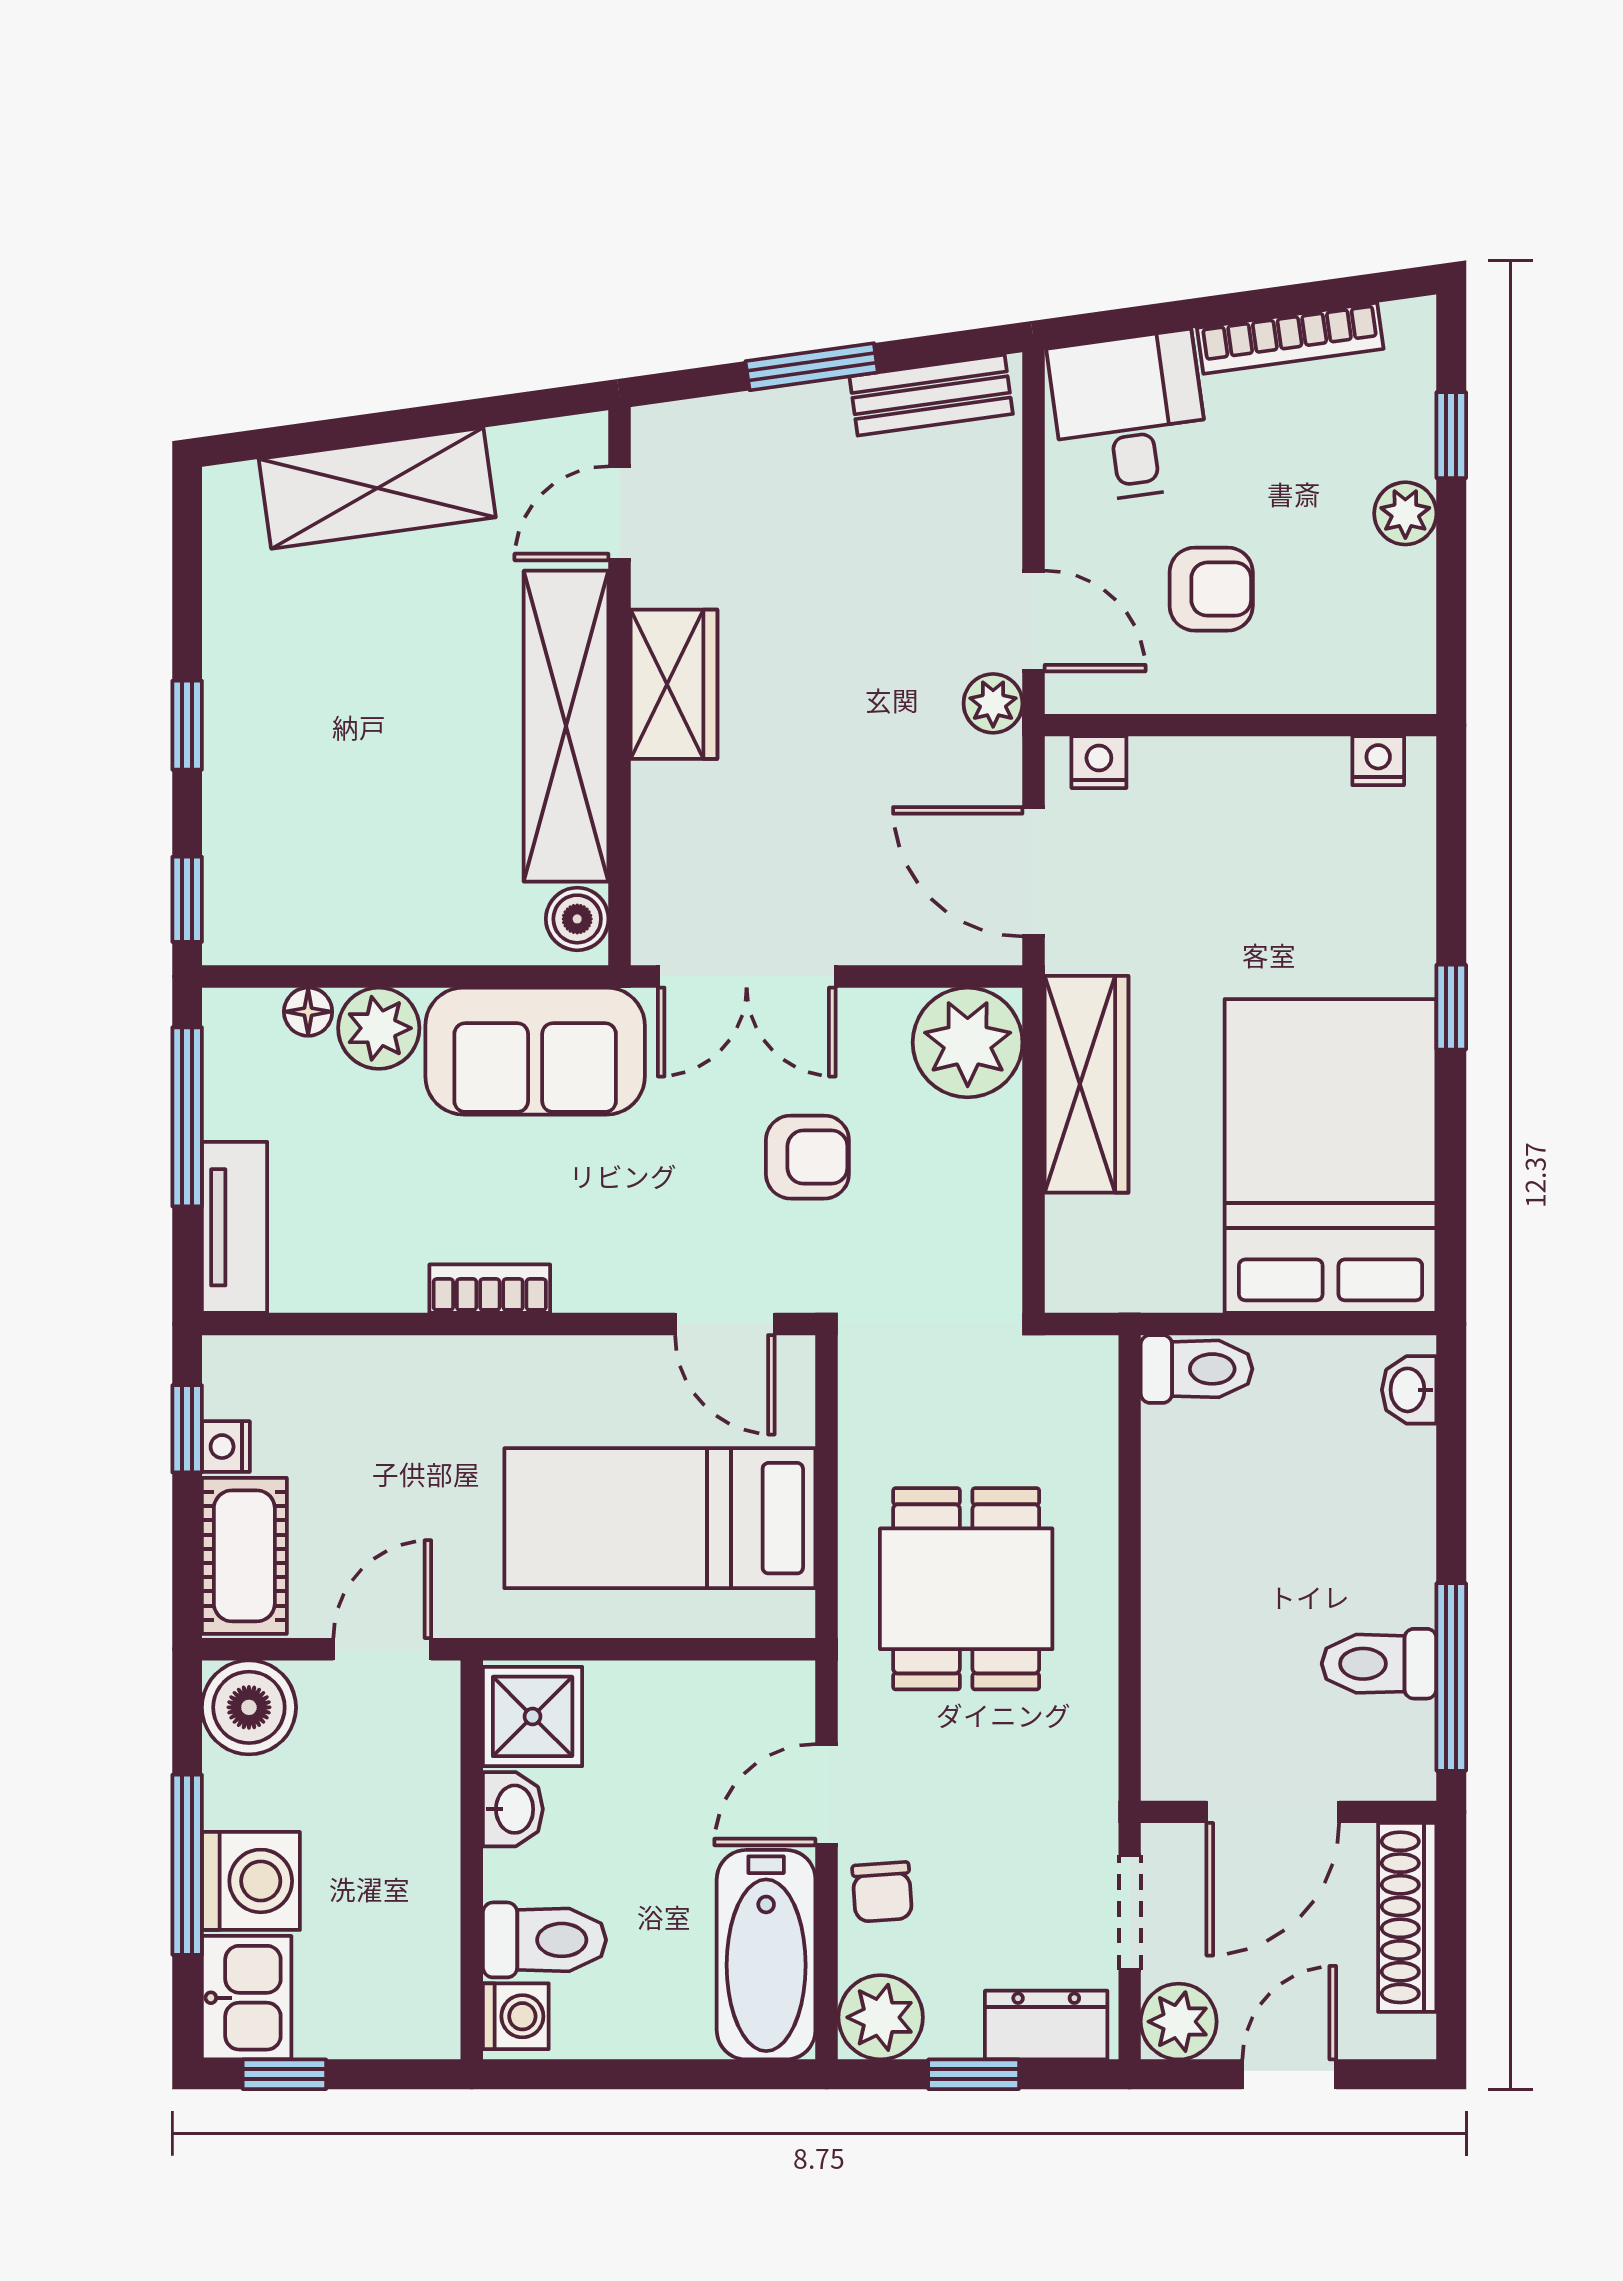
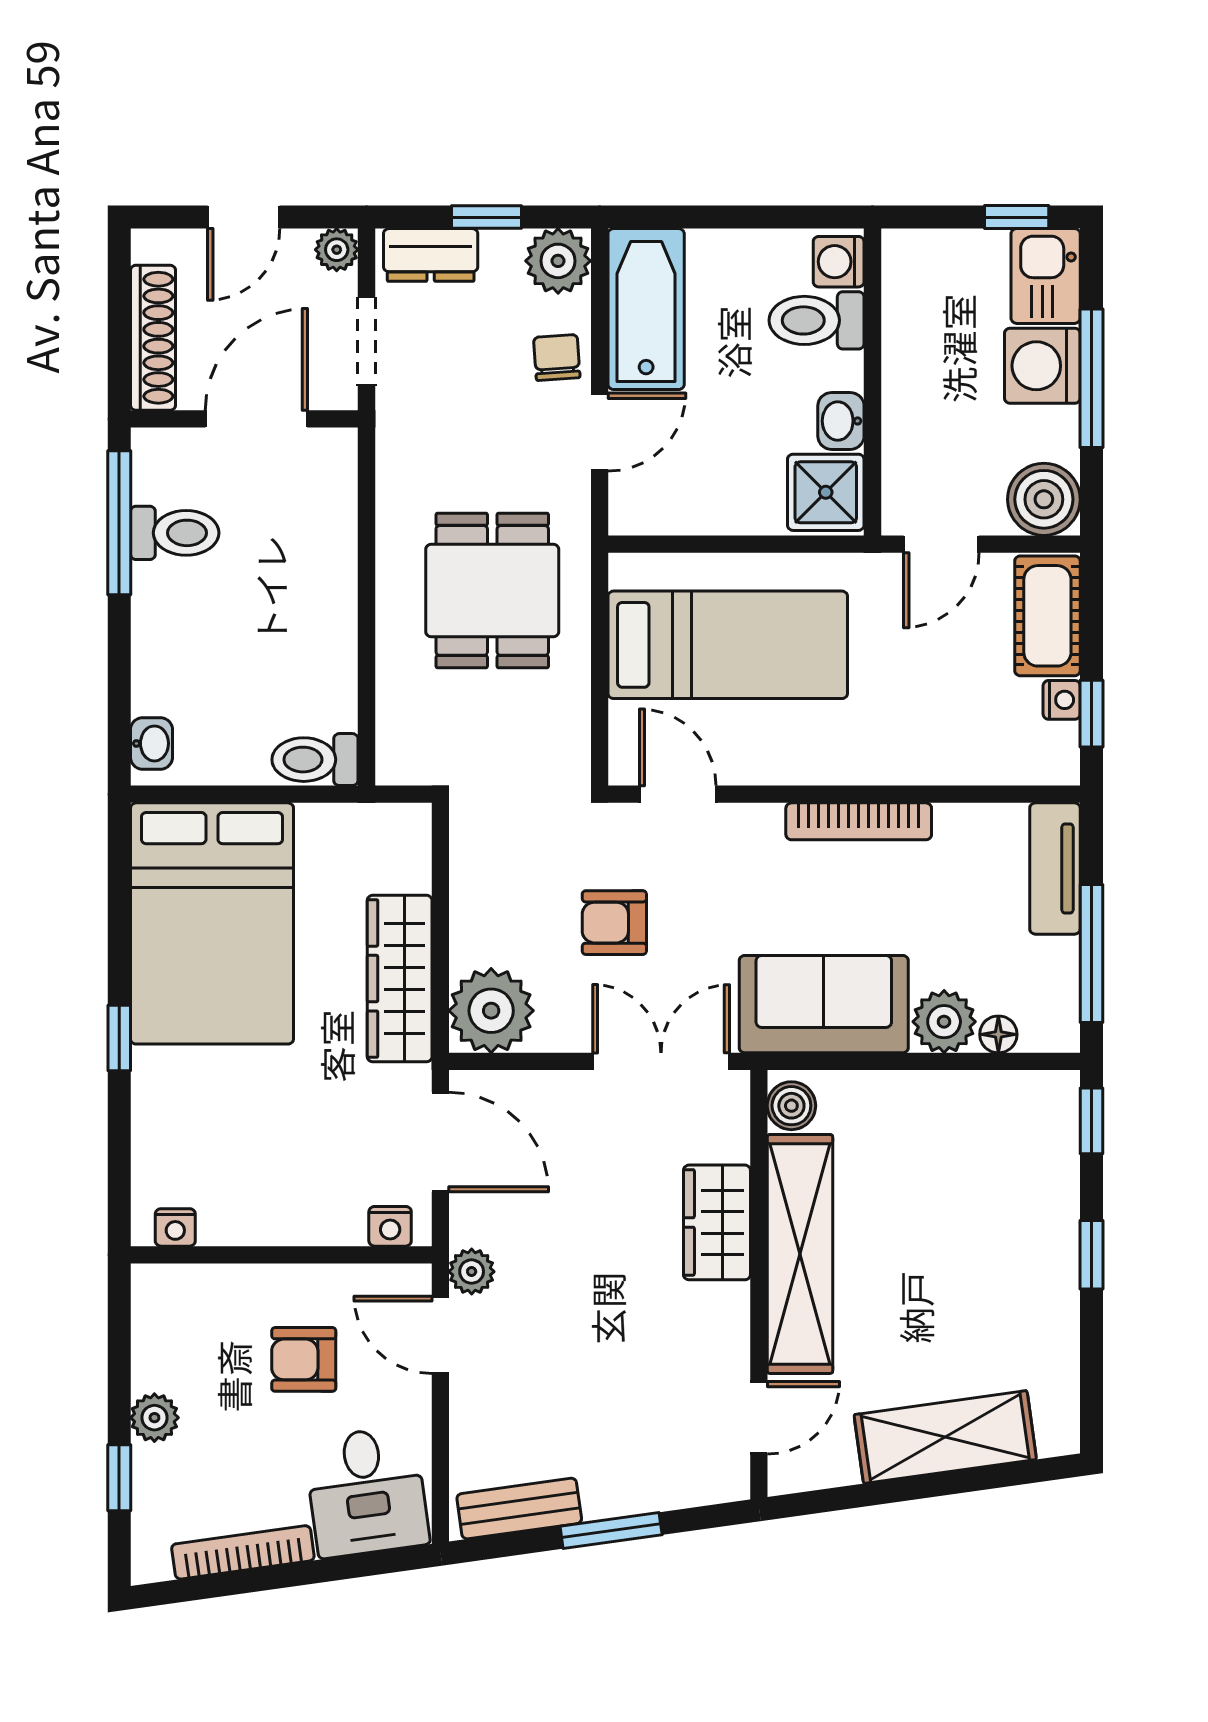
wardrobe: (674, 684) -> (717, 1222), moved
bookcase: (490, 1289) -> (859, 821), width x1.56
plant: (1179, 2022) -> (337, 250), width x0.73, depth x0.73

